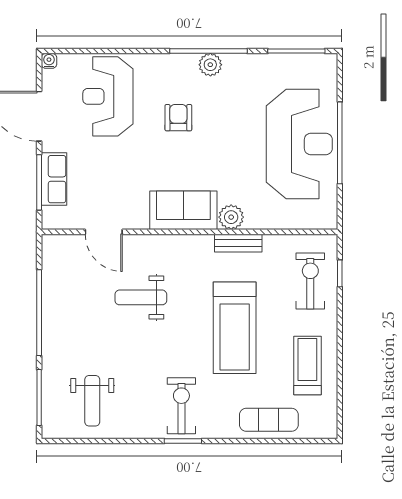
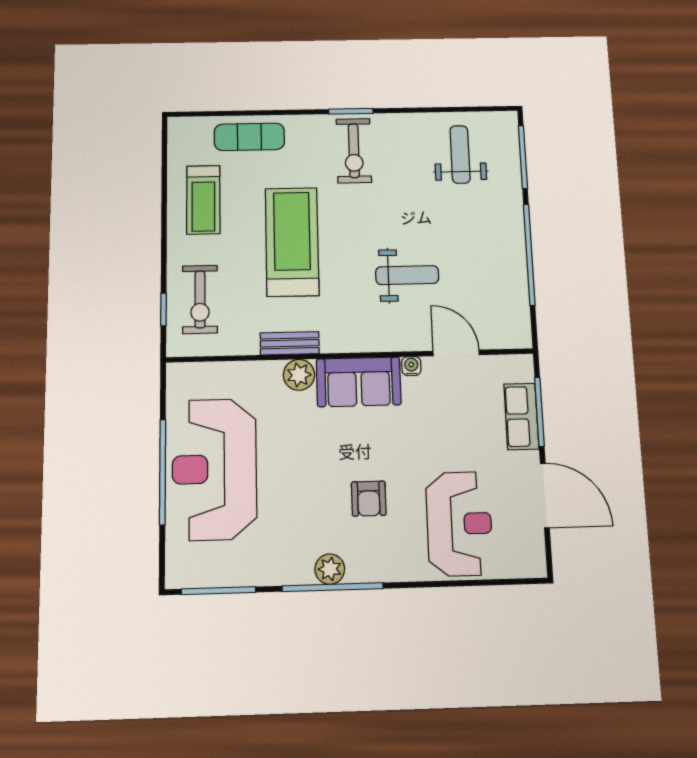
water cooler: (49, 61) -> (411, 366), moved, turned 180

